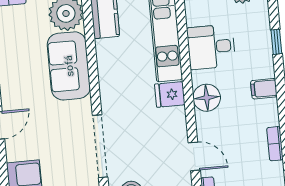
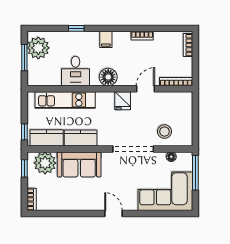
kitchen counter: (109, 64) -> (81, 138), added
fridge: (170, 94) -> (123, 101), moved

